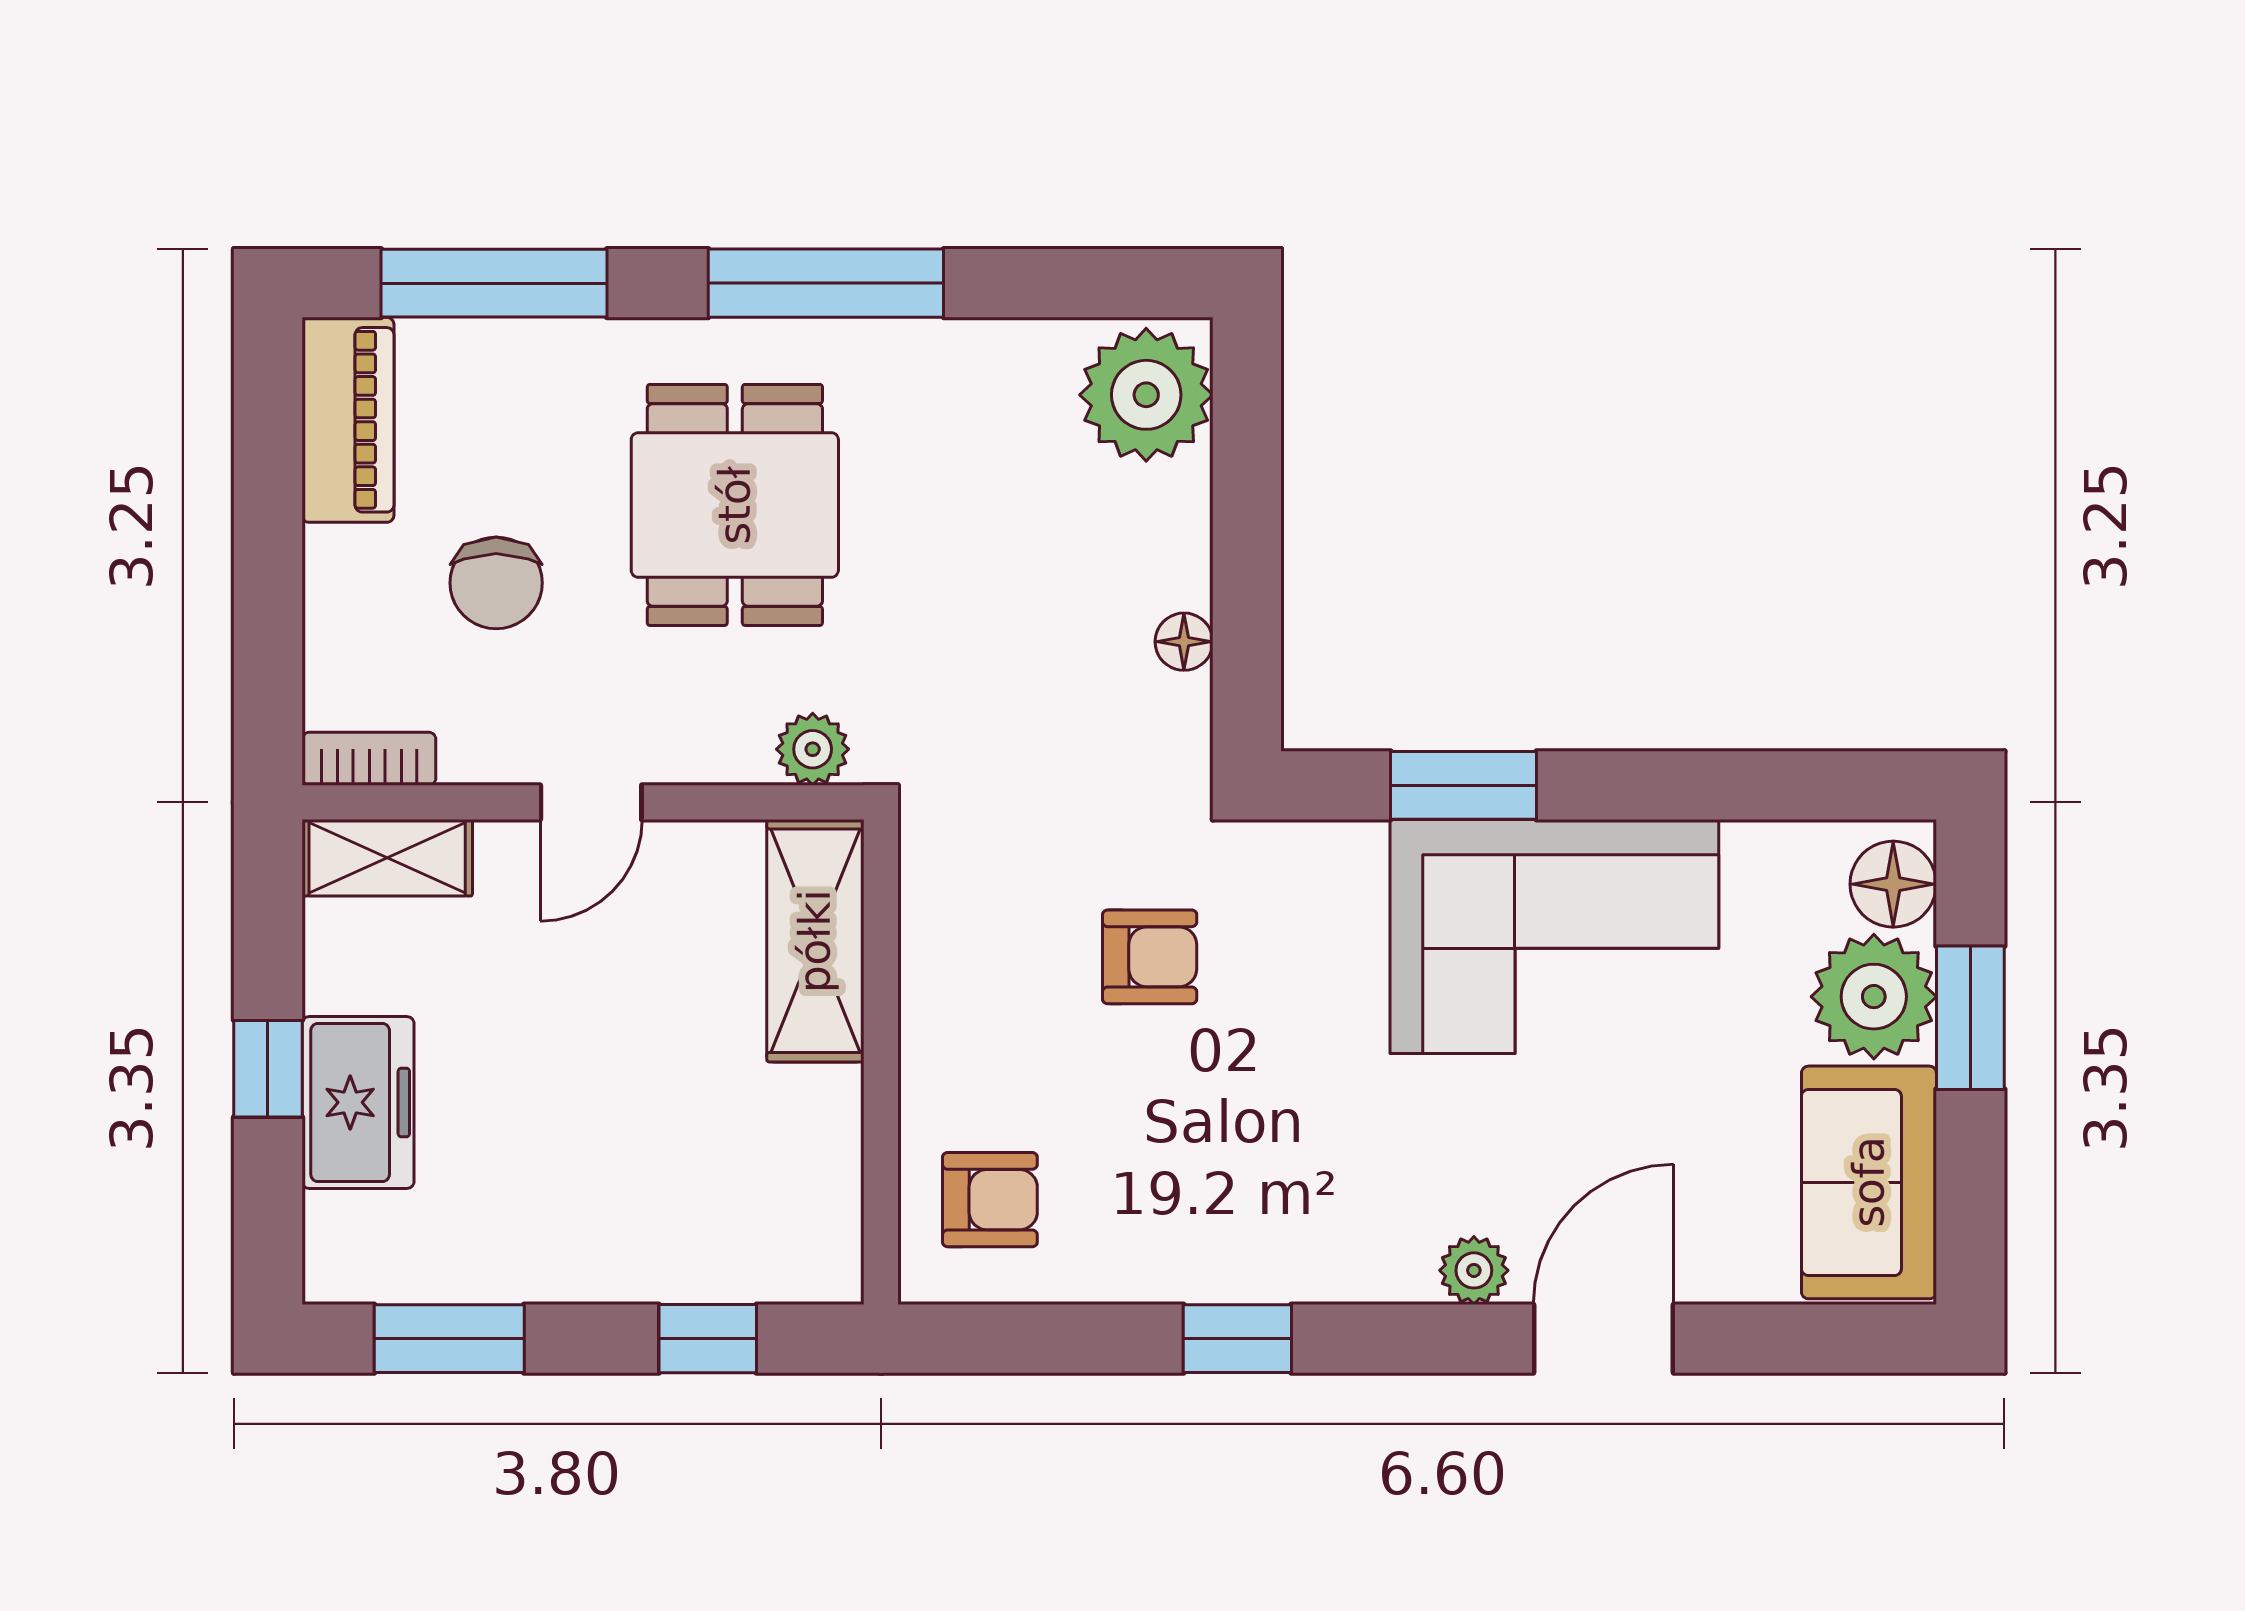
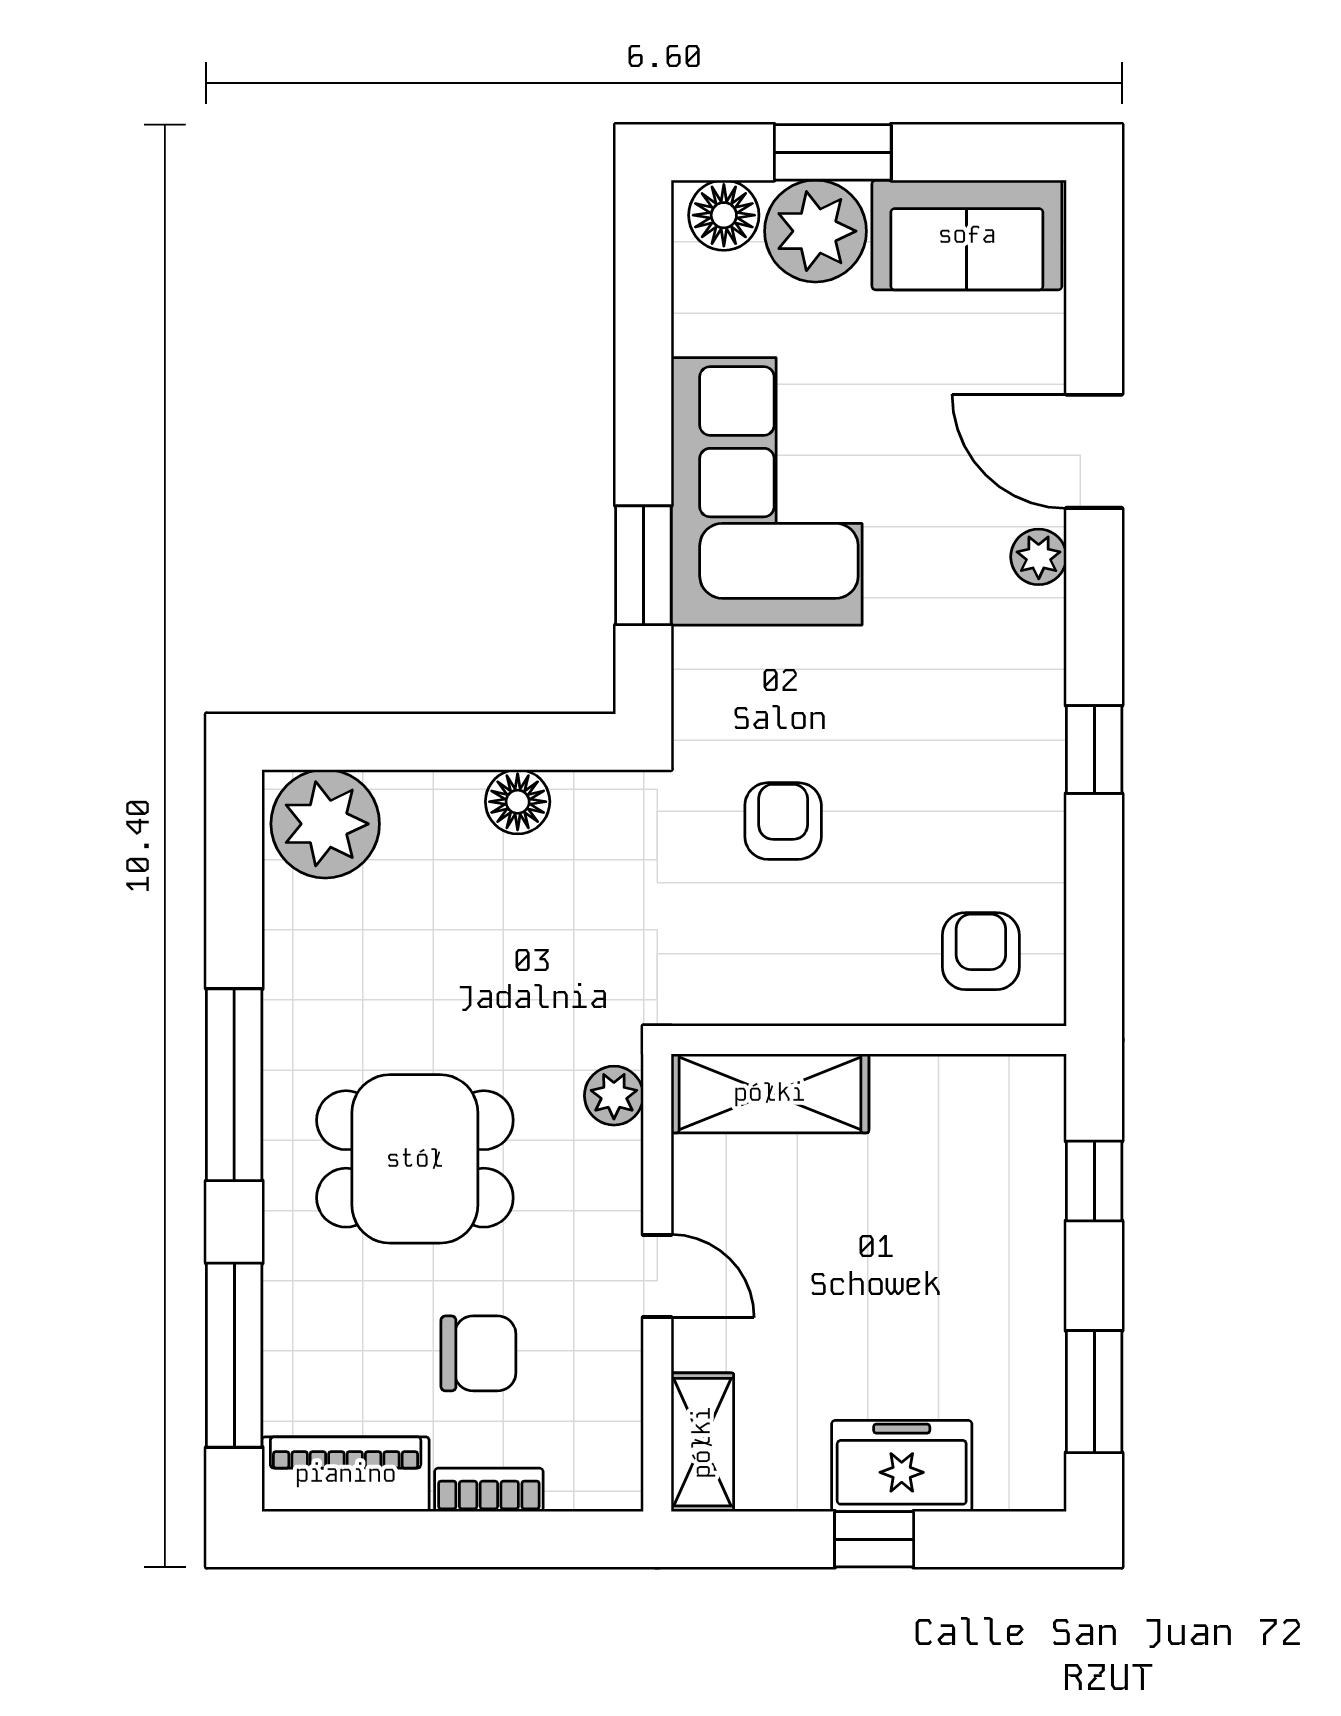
floor lamp: (1184, 642) -> (518, 802), width x1.37, depth x1.37
bookcase: (369, 759) -> (489, 1490), moved, turned 90

